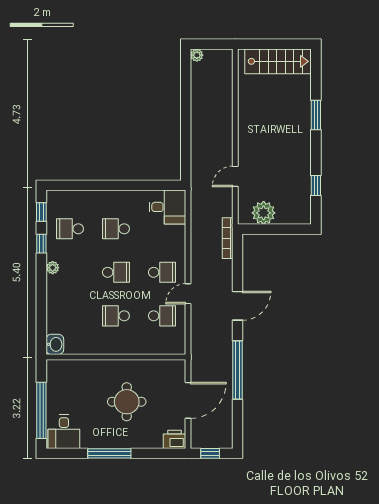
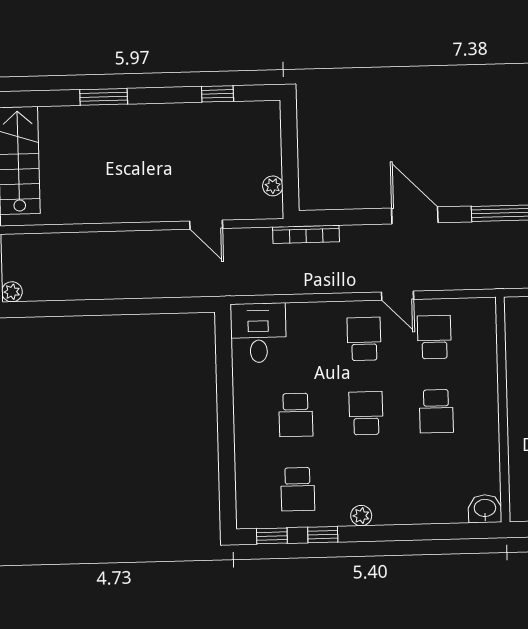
plant: (264, 213) -> (273, 186), width x0.53, depth x0.53

